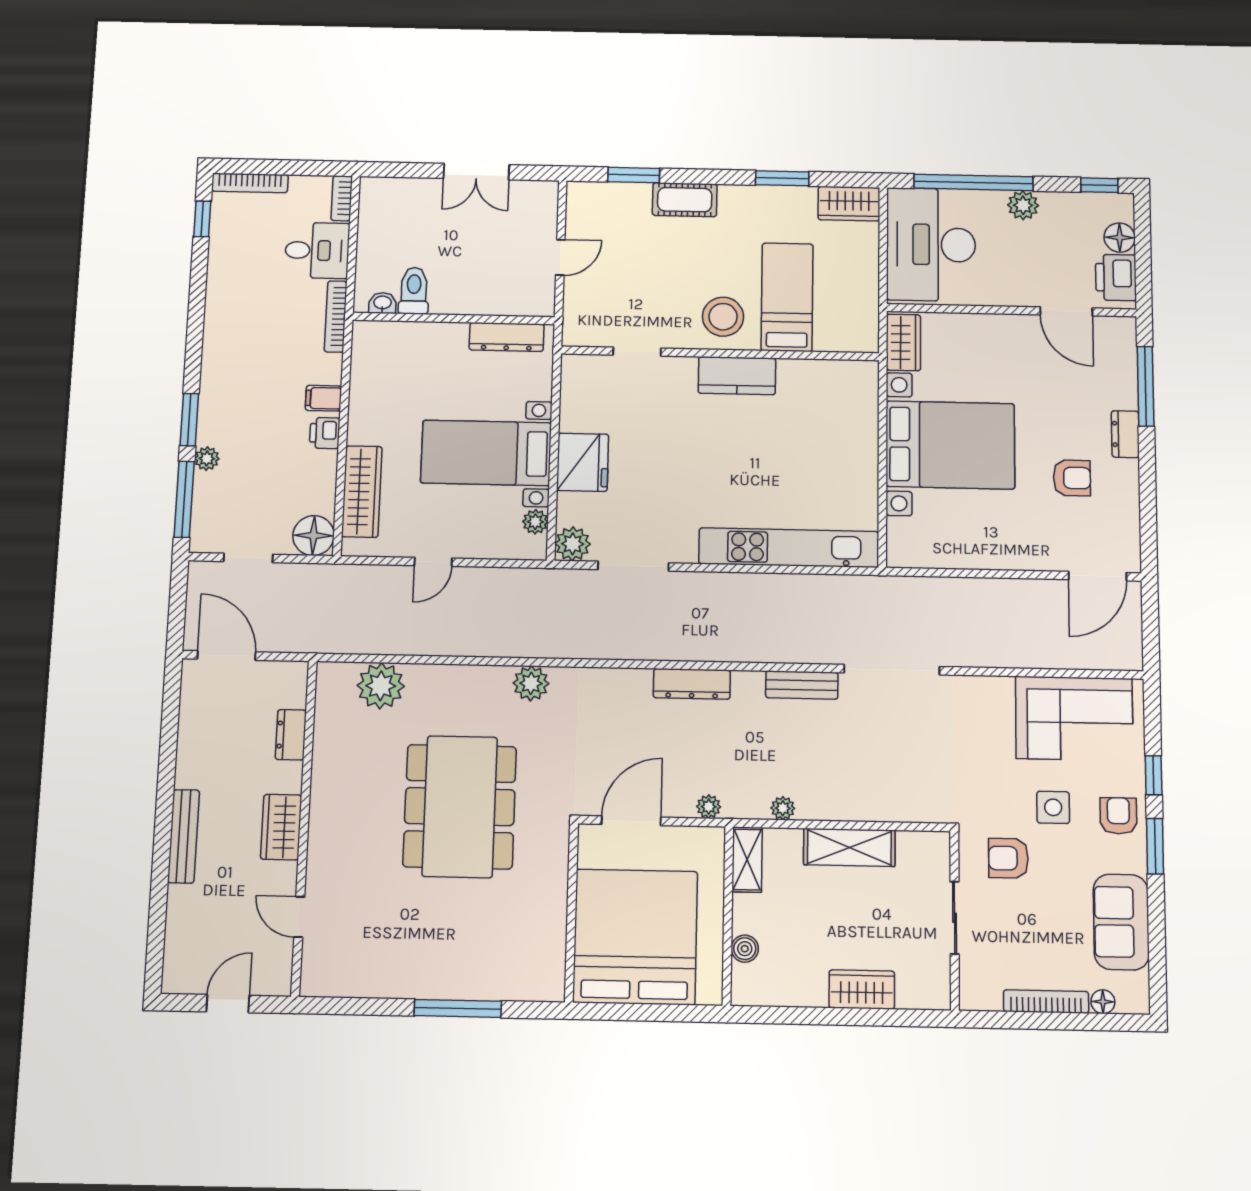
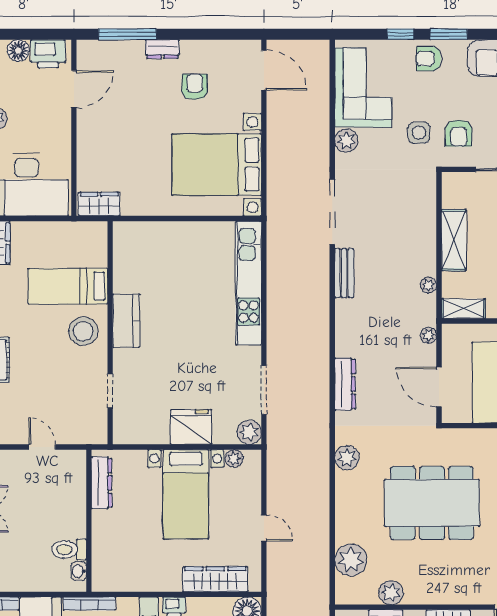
bed with nightstands: (950, 445) -> (217, 165), moved, turned -90
dresser: (692, 684) -> (345, 384), moved
plant: (996, 692) -> (346, 141), added
plant: (330, 743) -> (391, 593), added
side table: (1053, 807) -> (419, 133), moved

